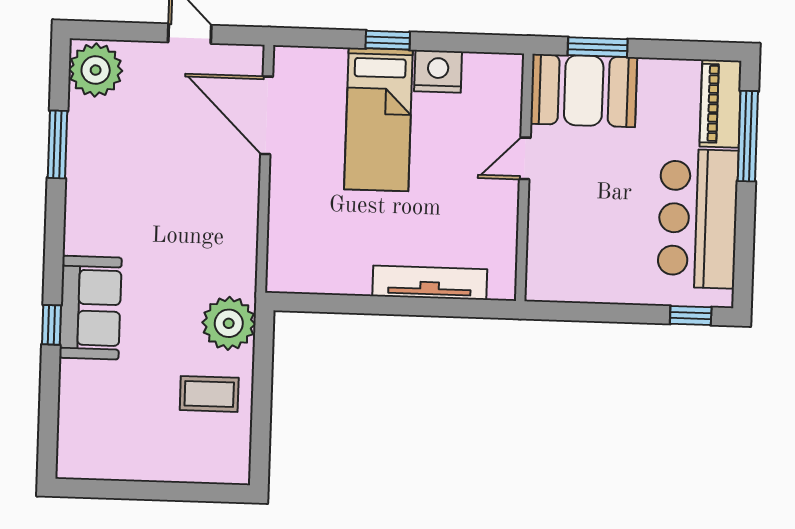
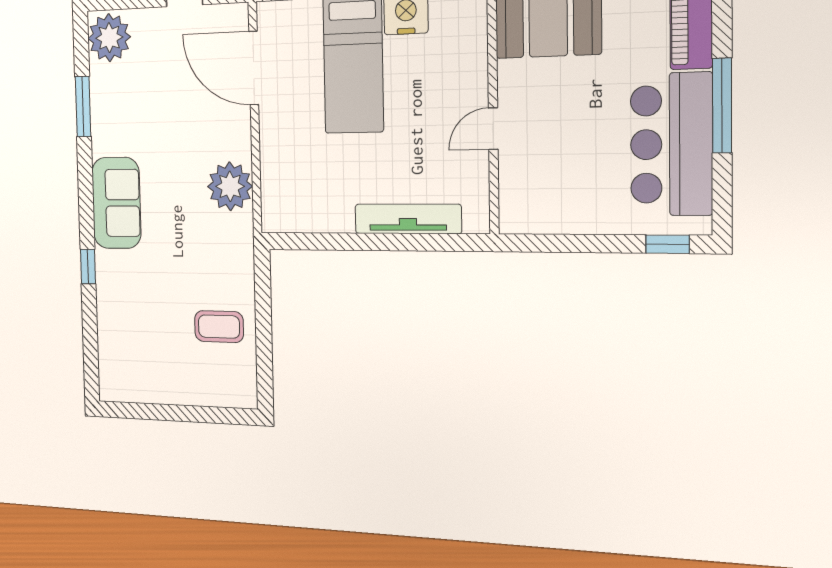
window: (748, 136) -> (722, 106), moved
door: (525, 158) -> (493, 129), moved
sofa: (90, 308) -> (116, 203), moved
plant: (229, 323) -> (230, 186), moved

